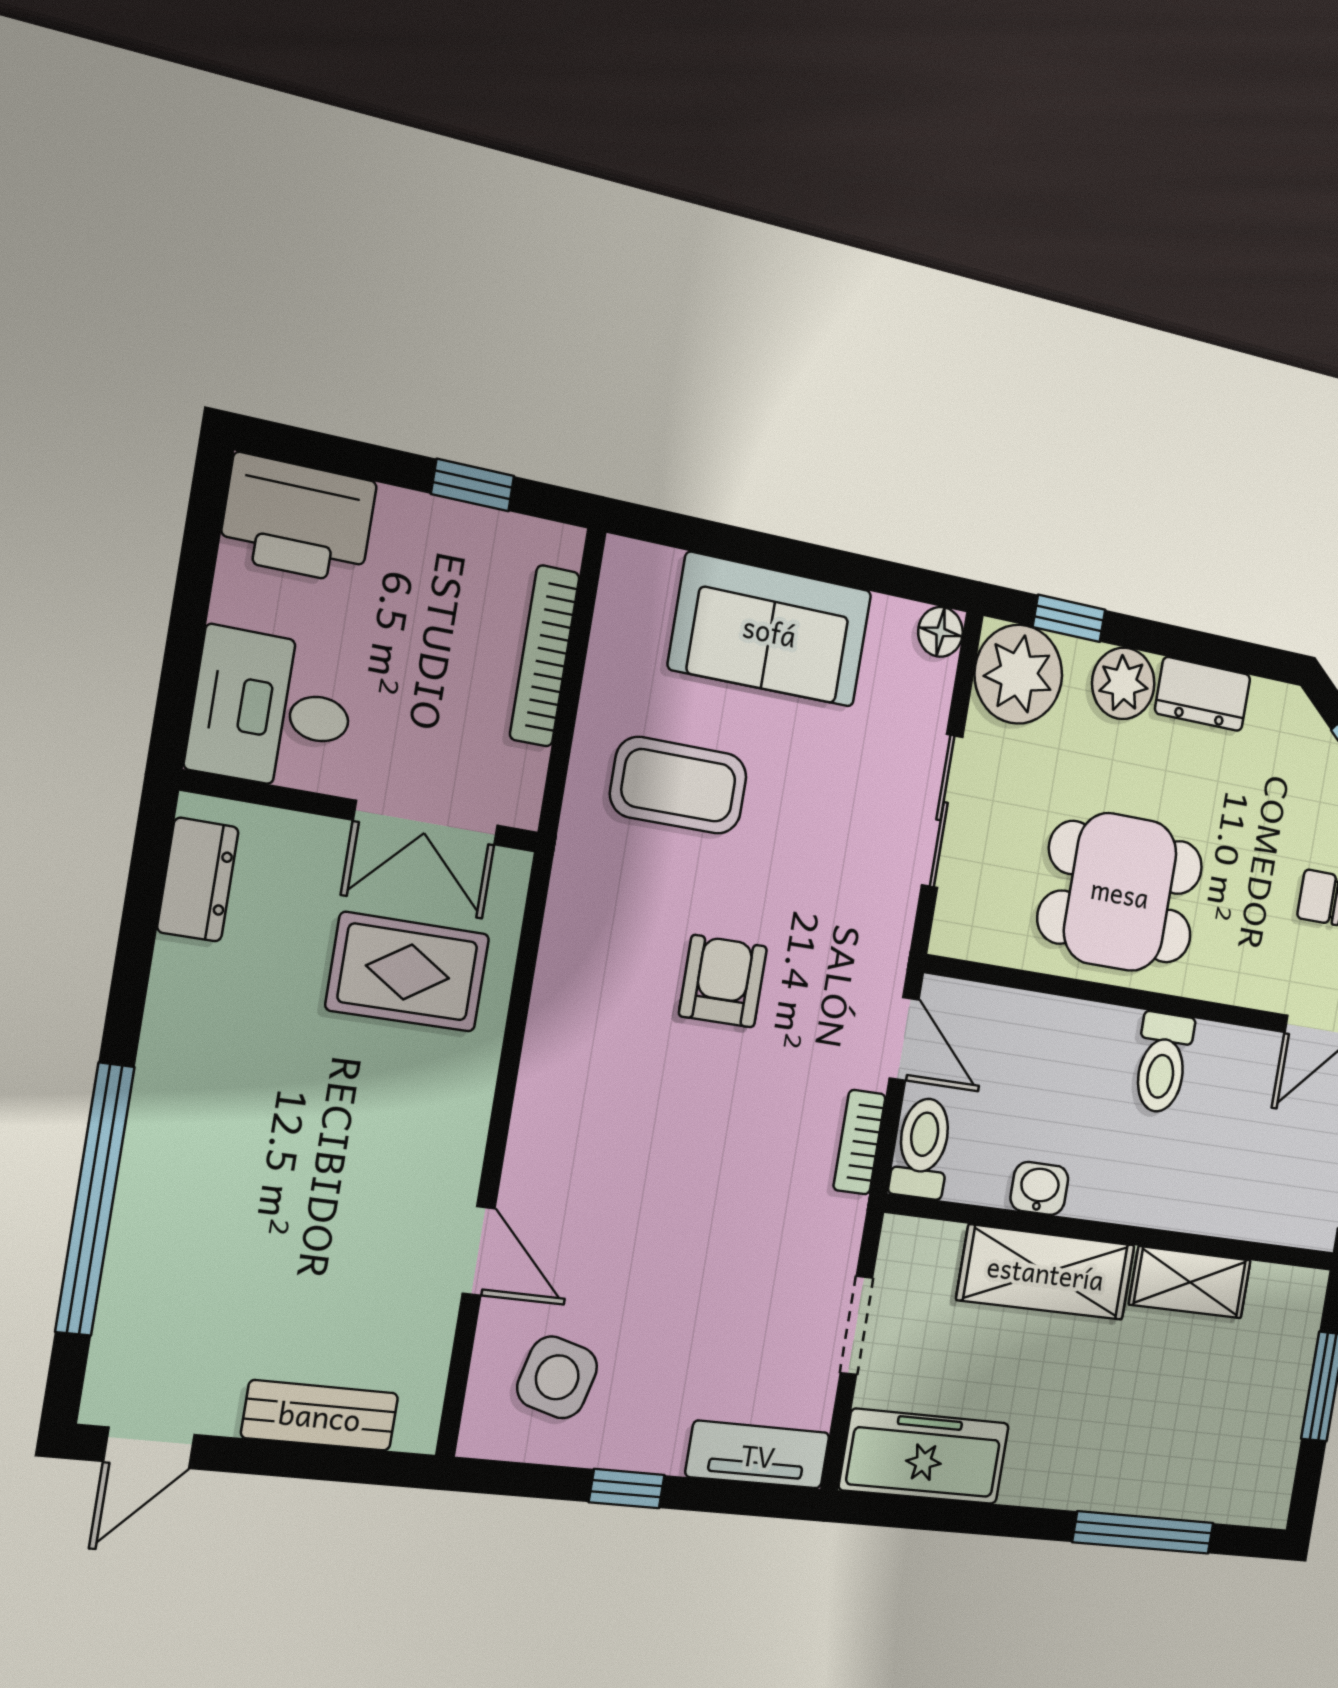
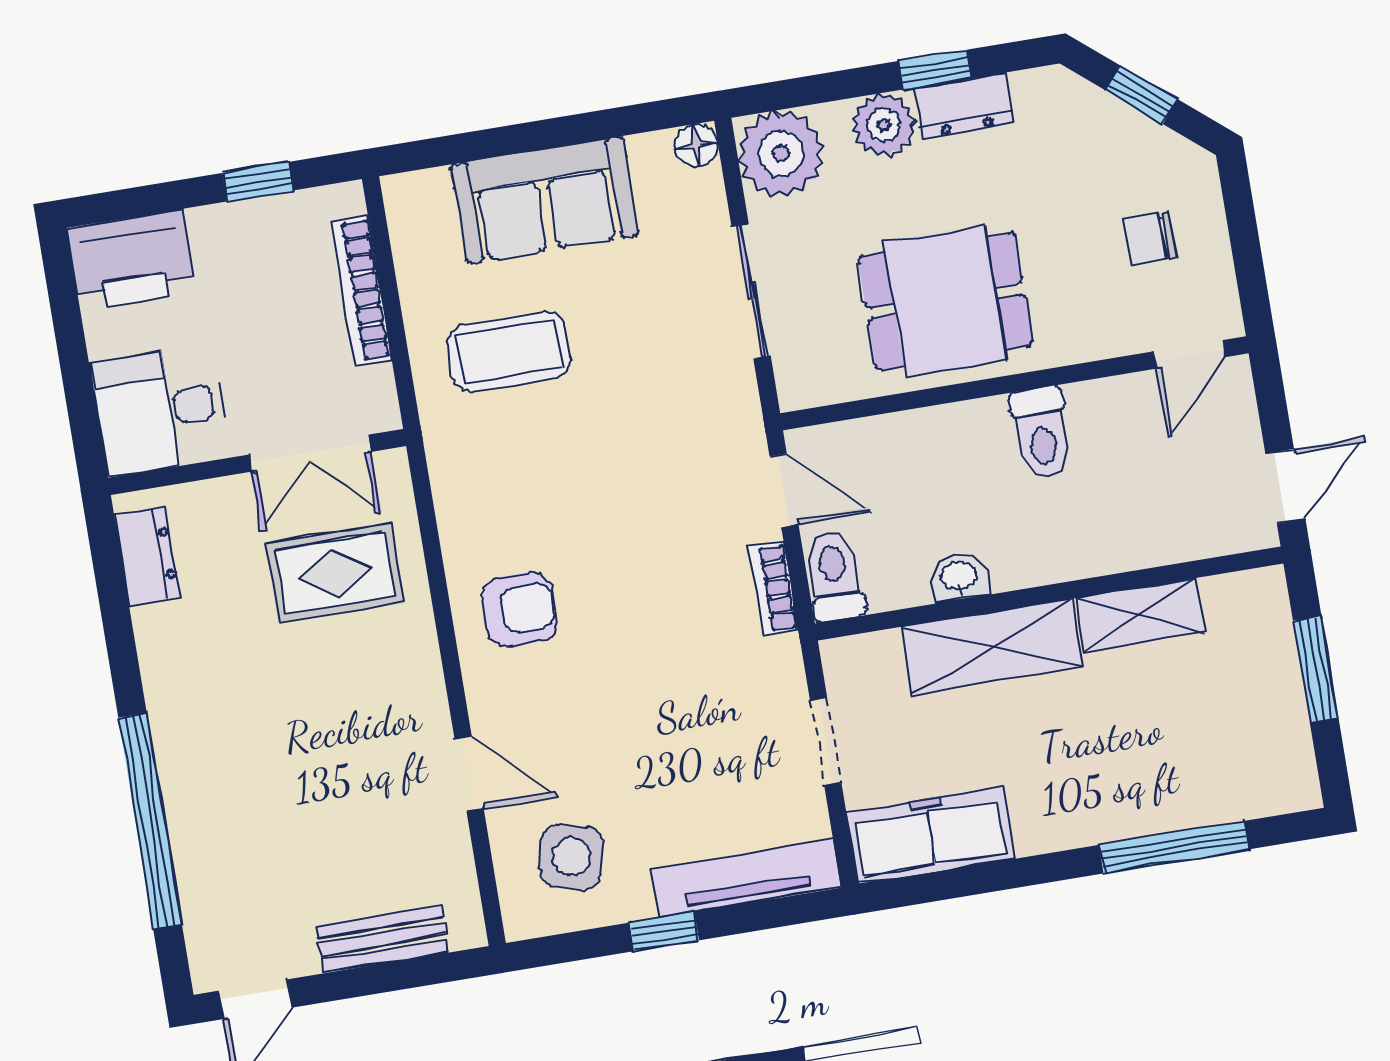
window: (1069, 618) -> (935, 69), moved
armchair: (723, 981) -> (519, 609), moved, turned 90
tv unit: (758, 1455) -> (746, 878), width x1.41

